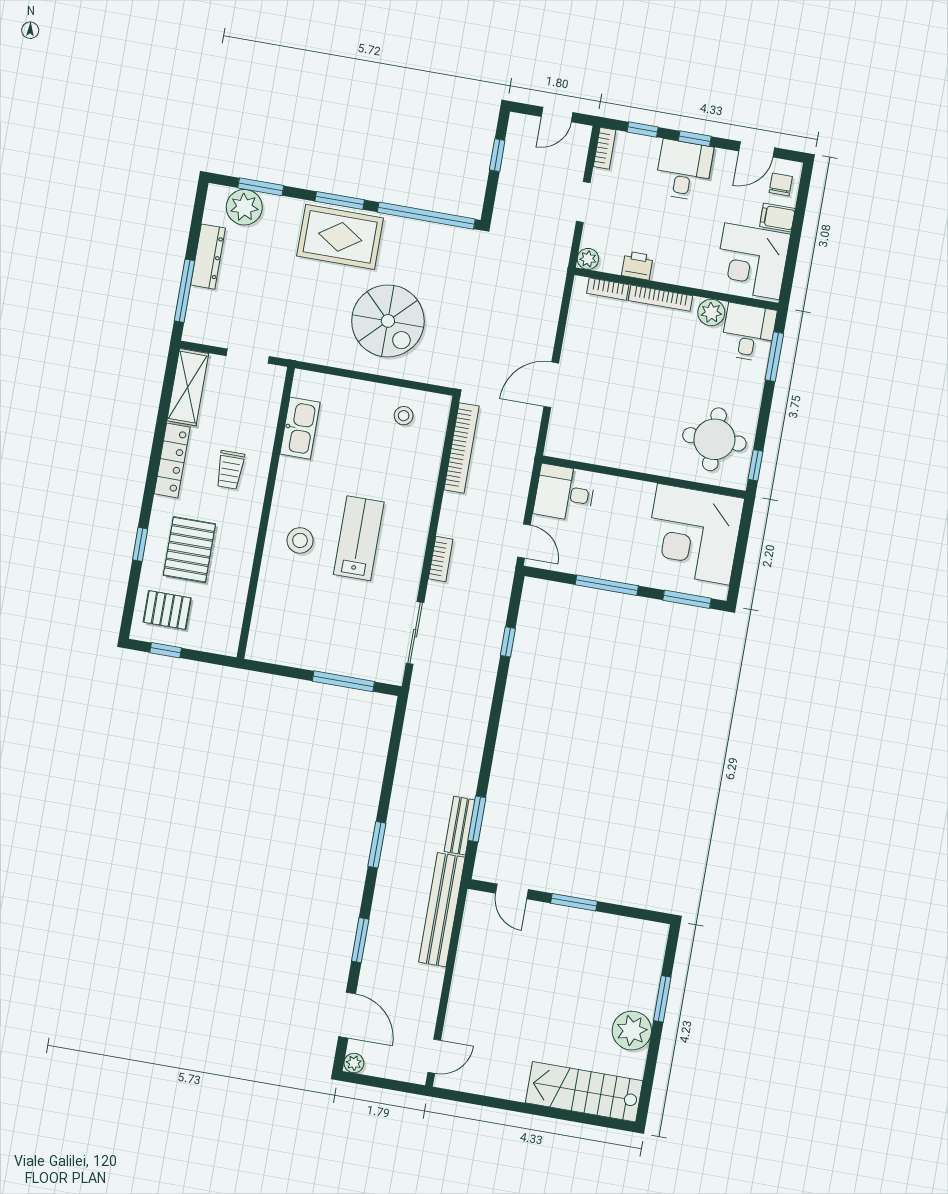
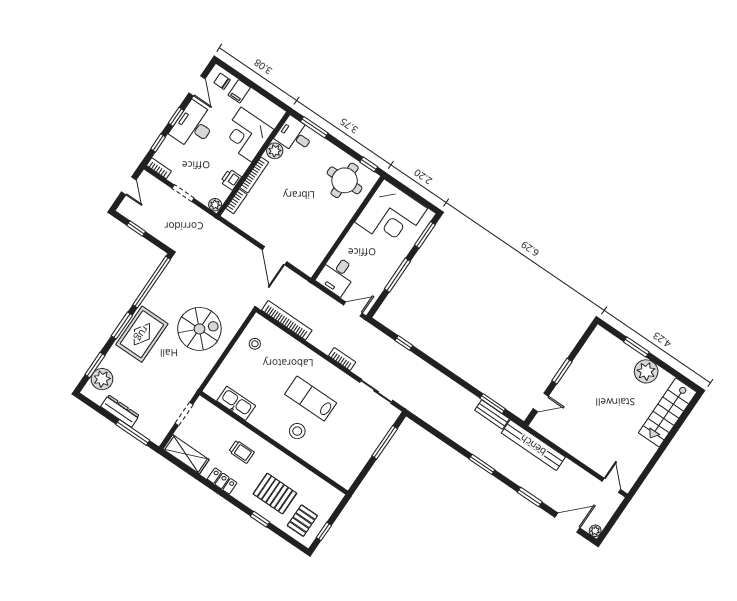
desk: (684, 170) -> (194, 126), width x1.37
corner desk: (752, 261) -> (246, 135), moved, turned 90
locker: (172, 460) -> (222, 481), width x0.66

